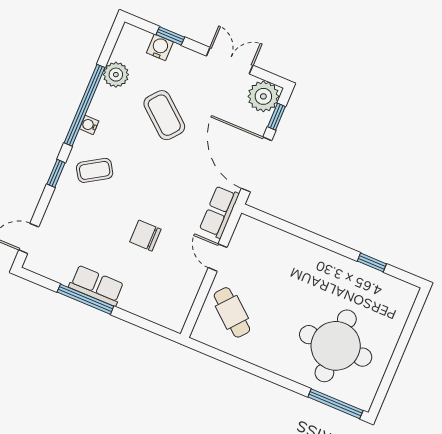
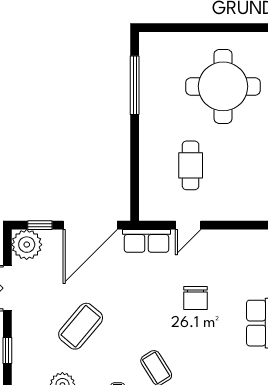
water cooler: (160, 47) -> (22, 356), removed
window: (372, 262) -> (135, 85), width x2.17
cafe table: (232, 312) -> (191, 165), moved, turned -40

